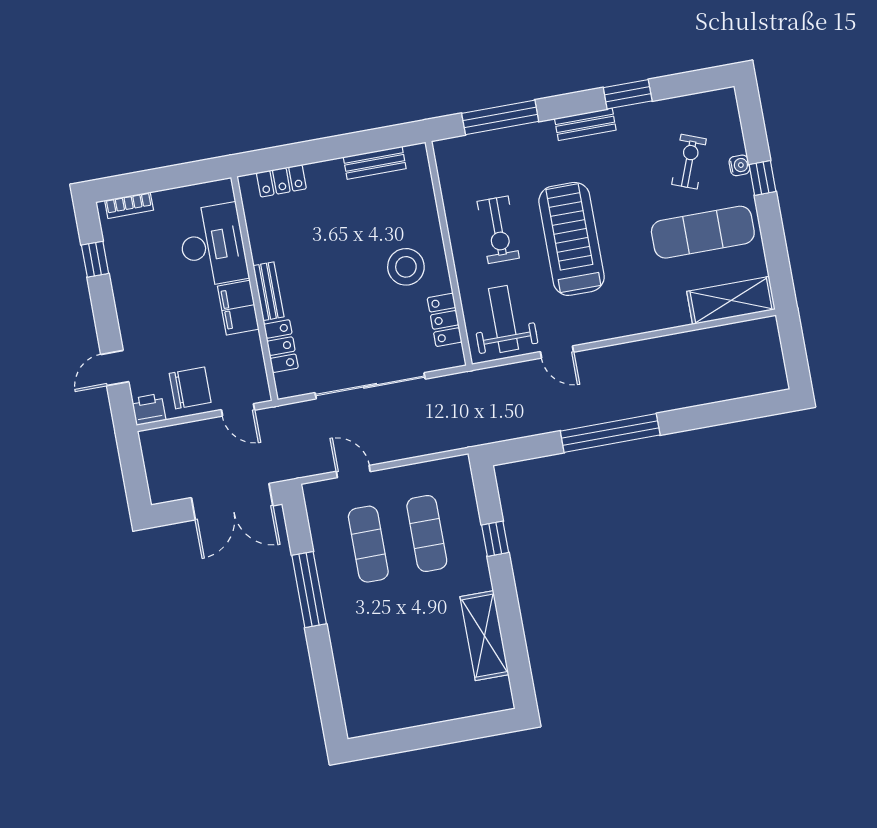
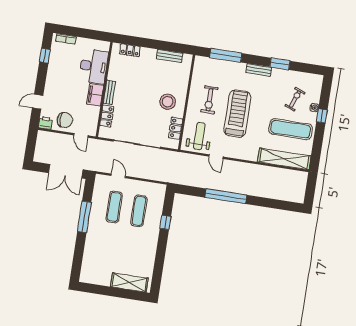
shelving: (731, 300) -> (284, 159), width x1.47
shelving: (484, 636) -> (129, 282), moved, turned 90

